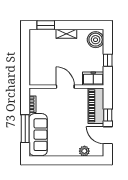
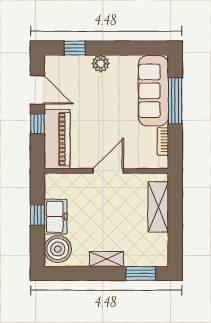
shelving: (35, 65) -> (158, 207), added
freezer: (93, 79) -> (56, 217), moved, turned -90
door: (65, 87) -> (108, 171), swing flipped
plant: (84, 151) -> (101, 64), moved
window: (85, 160) -> (75, 48), added

